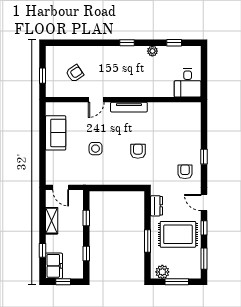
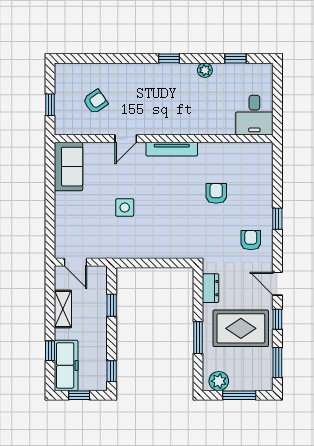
sofa: (56, 133) -> (68, 167), moved
armchair: (138, 151) -> (216, 193), moved
window: (86, 253) -> (112, 371), moved
freezer: (54, 266) -> (66, 365), width x1.40

